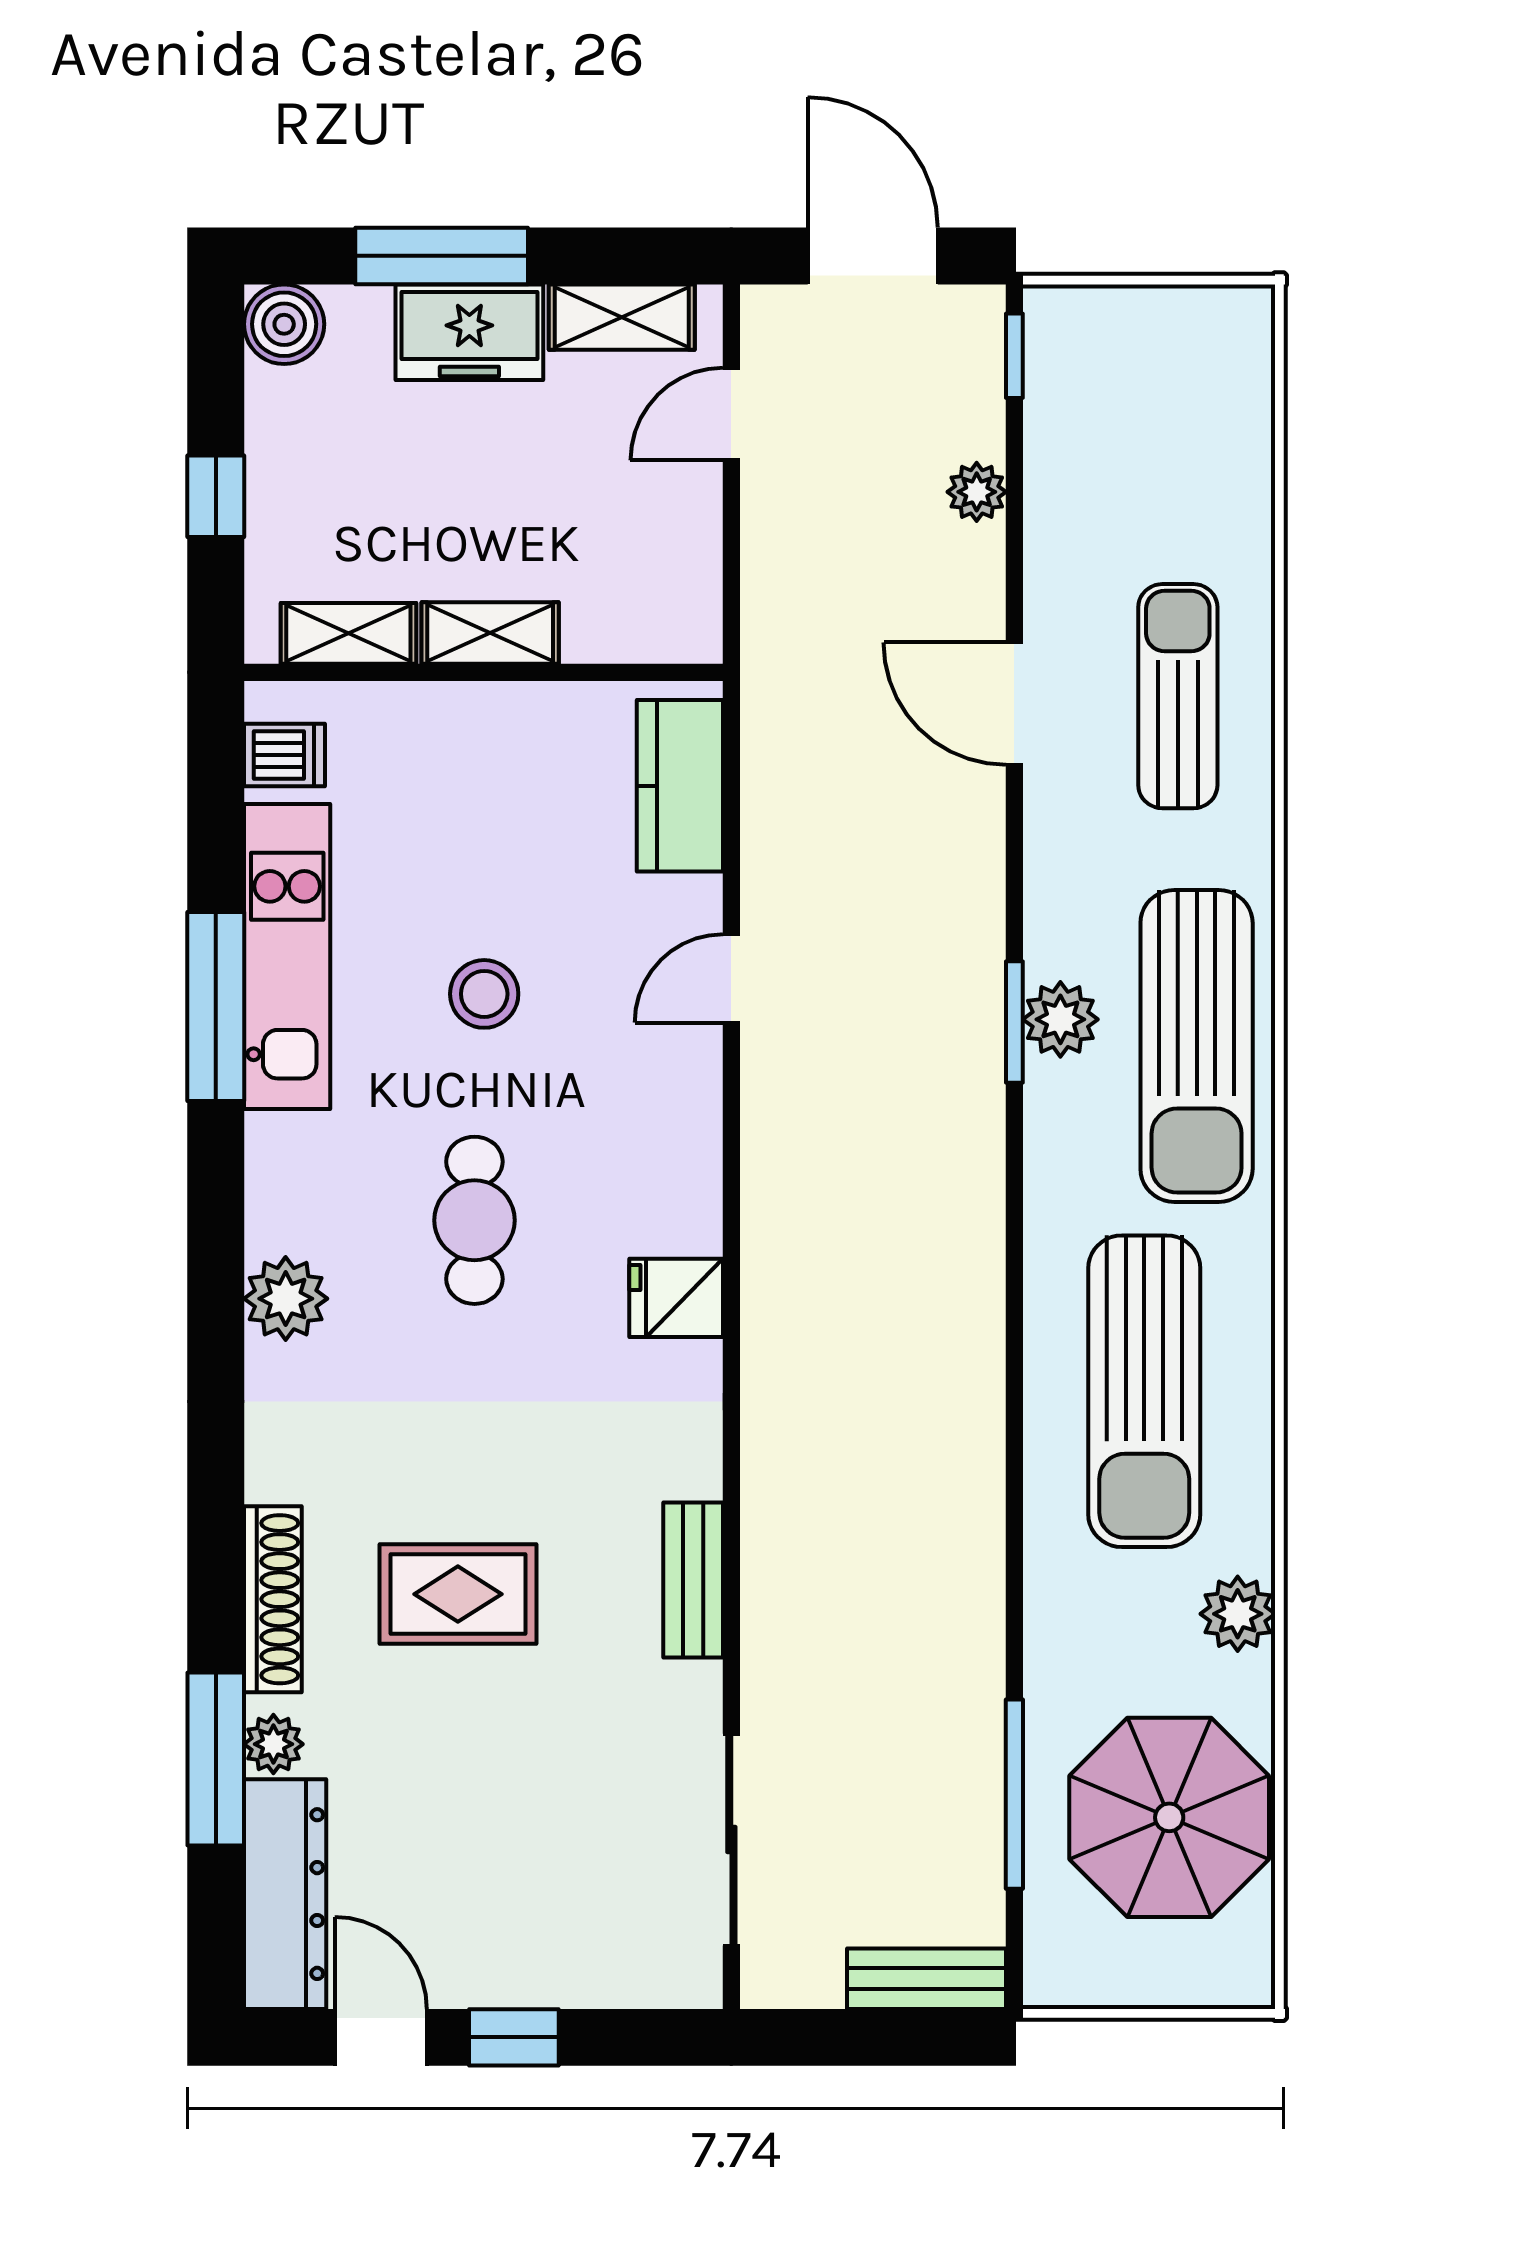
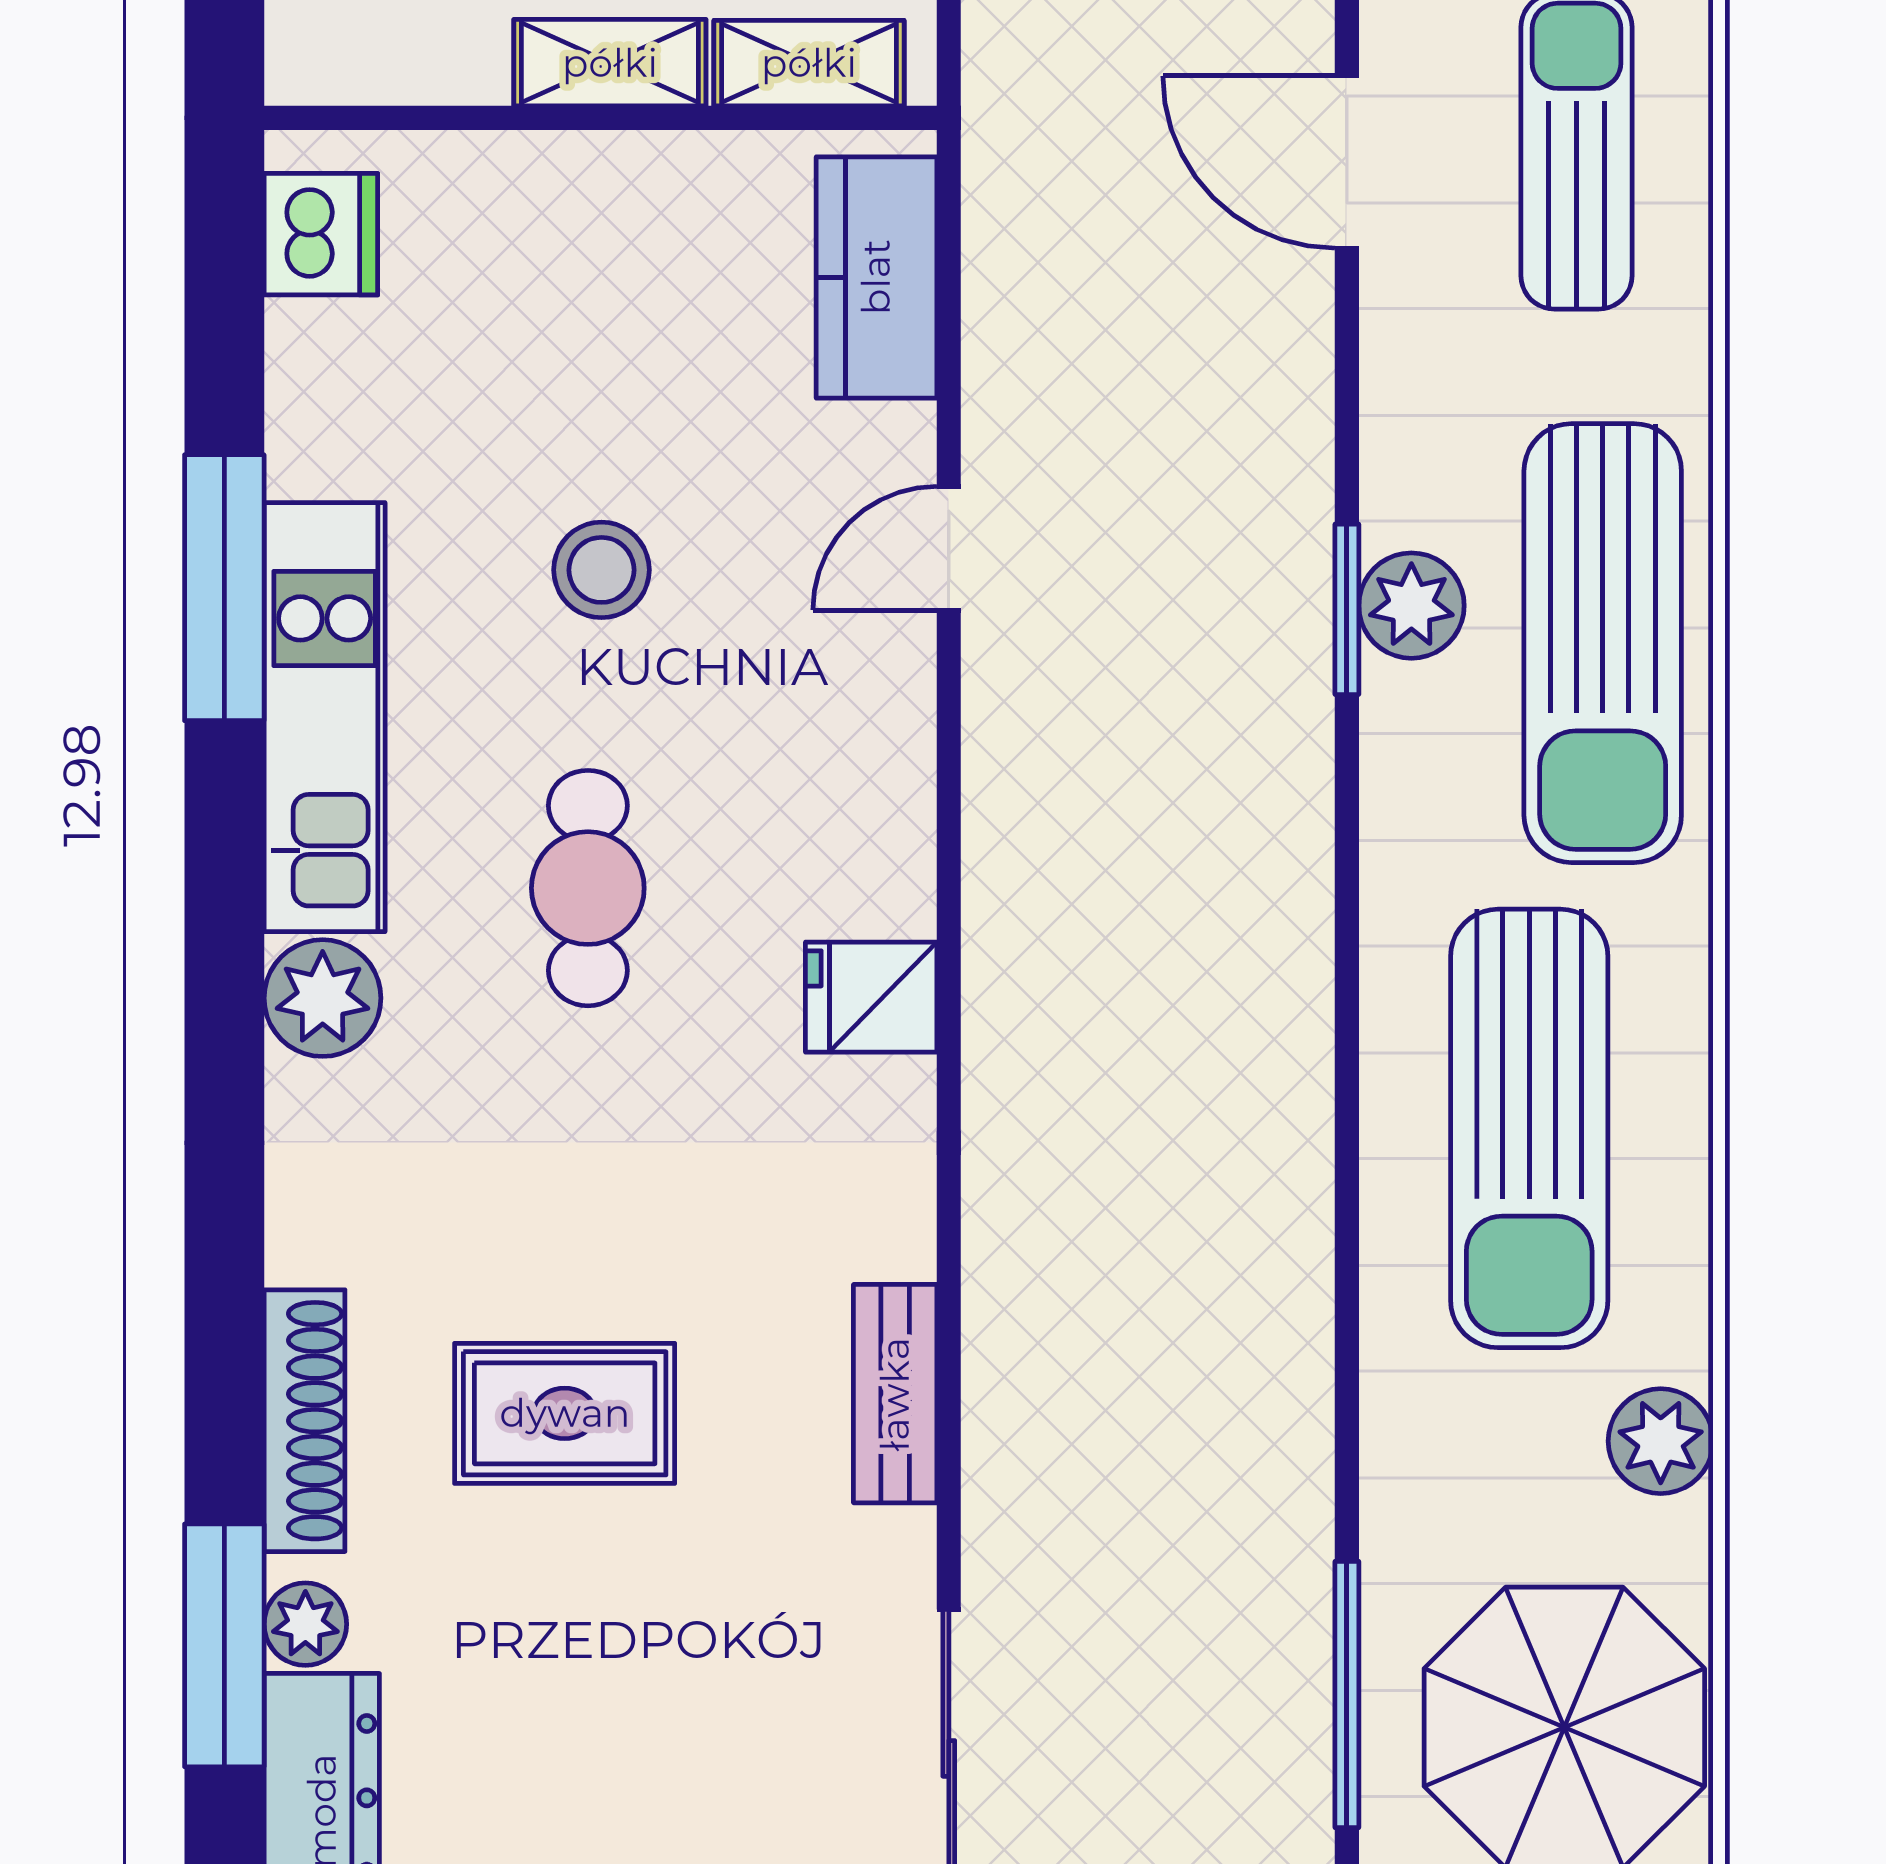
shelving: (348, 633) -> (809, 63), moved
dishwasher: (285, 755) -> (321, 234), width x1.38
kitchen unit: (287, 957) -> (325, 717), moved

